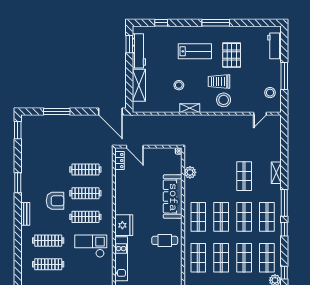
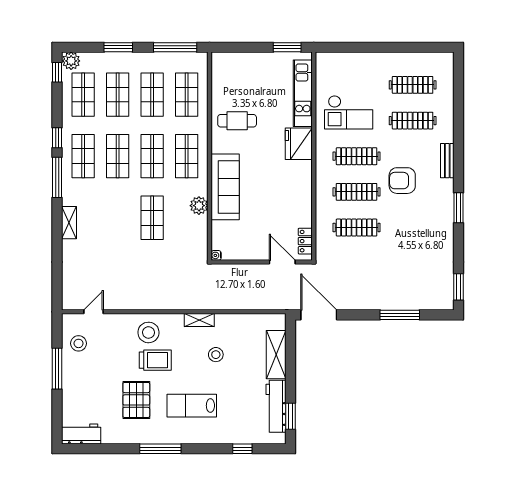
workbench: (274, 46) -> (81, 434), moved, turned -90
plant: (190, 172) -> (199, 206), moved
shop shelf: (244, 176) -> (152, 218), moved

